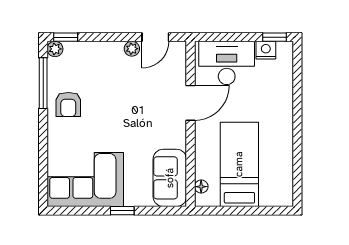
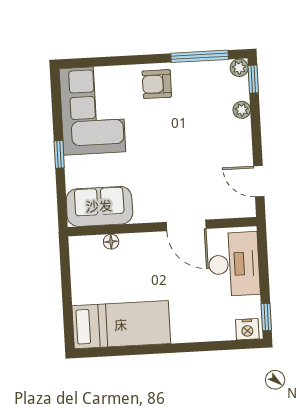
plant: (132, 49) -> (242, 110), moved
nightstand: (266, 50) -> (247, 329), moved, turned 90
armchair: (68, 104) -> (157, 84), moved
bed: (239, 164) -> (121, 325), moved
floor lamp: (201, 187) -> (111, 242), moved

